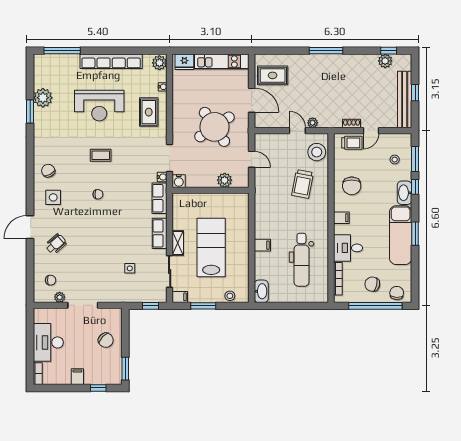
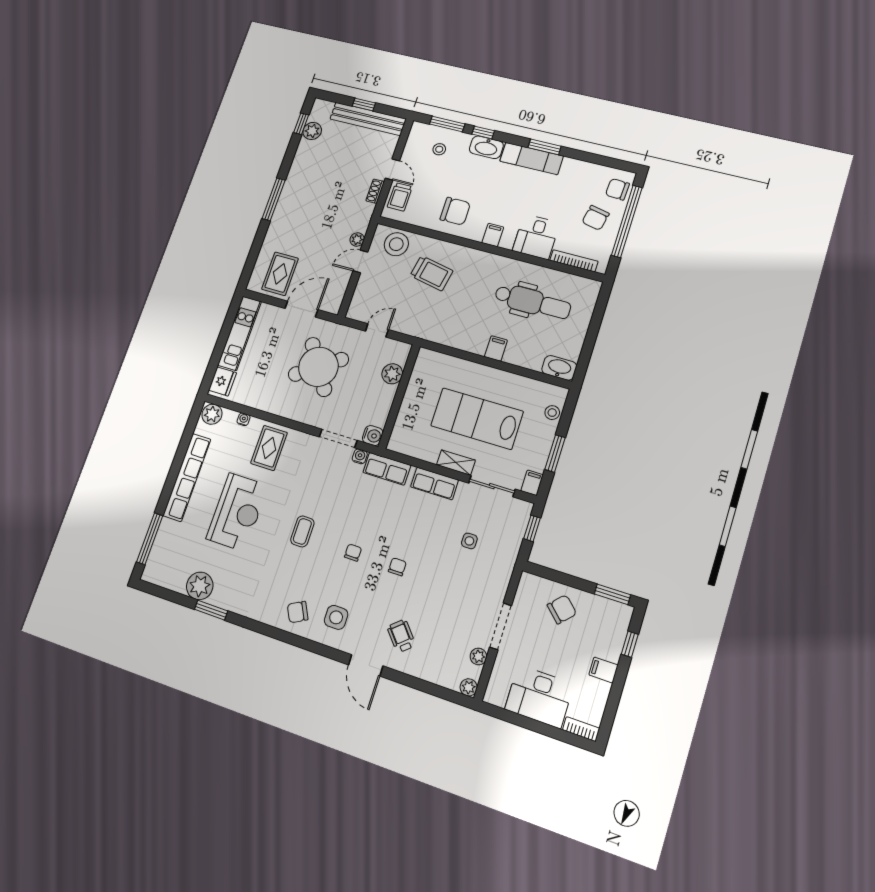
rug: (149, 112) -> (269, 448), turned 90
trolley: (352, 143) -> (400, 197), turned 180
exam couch: (401, 235) -> (532, 159), width x0.73, depth x0.69
chair: (51, 280) -> (397, 567), moved
plant: (39, 297) -> (469, 687), added

